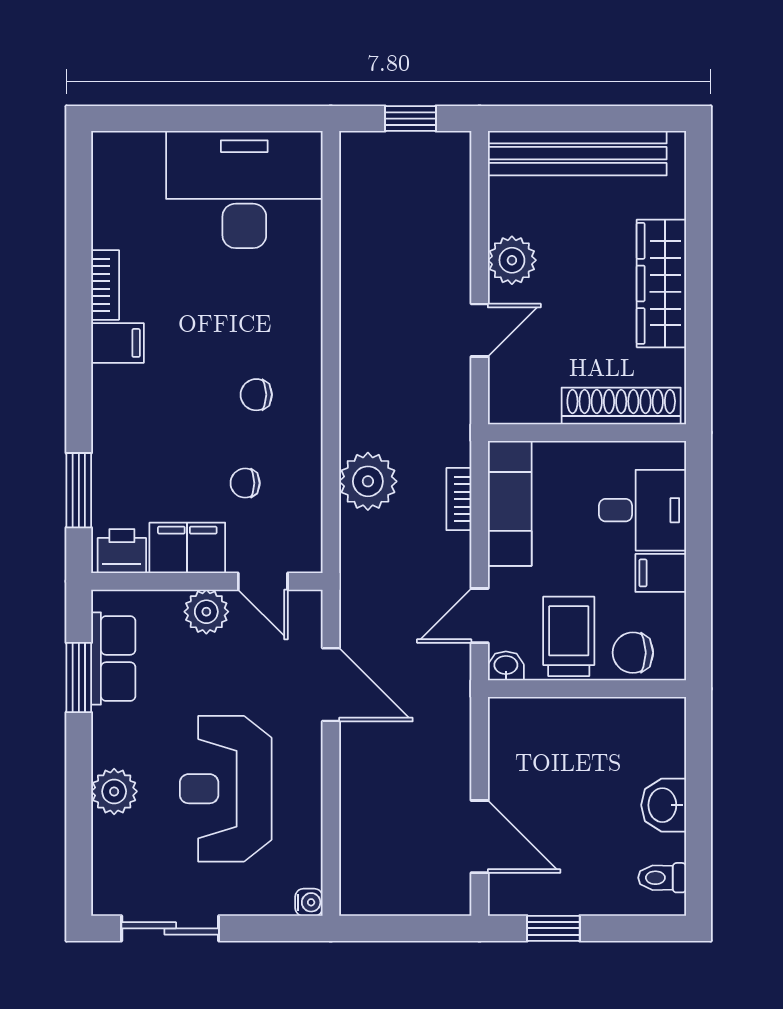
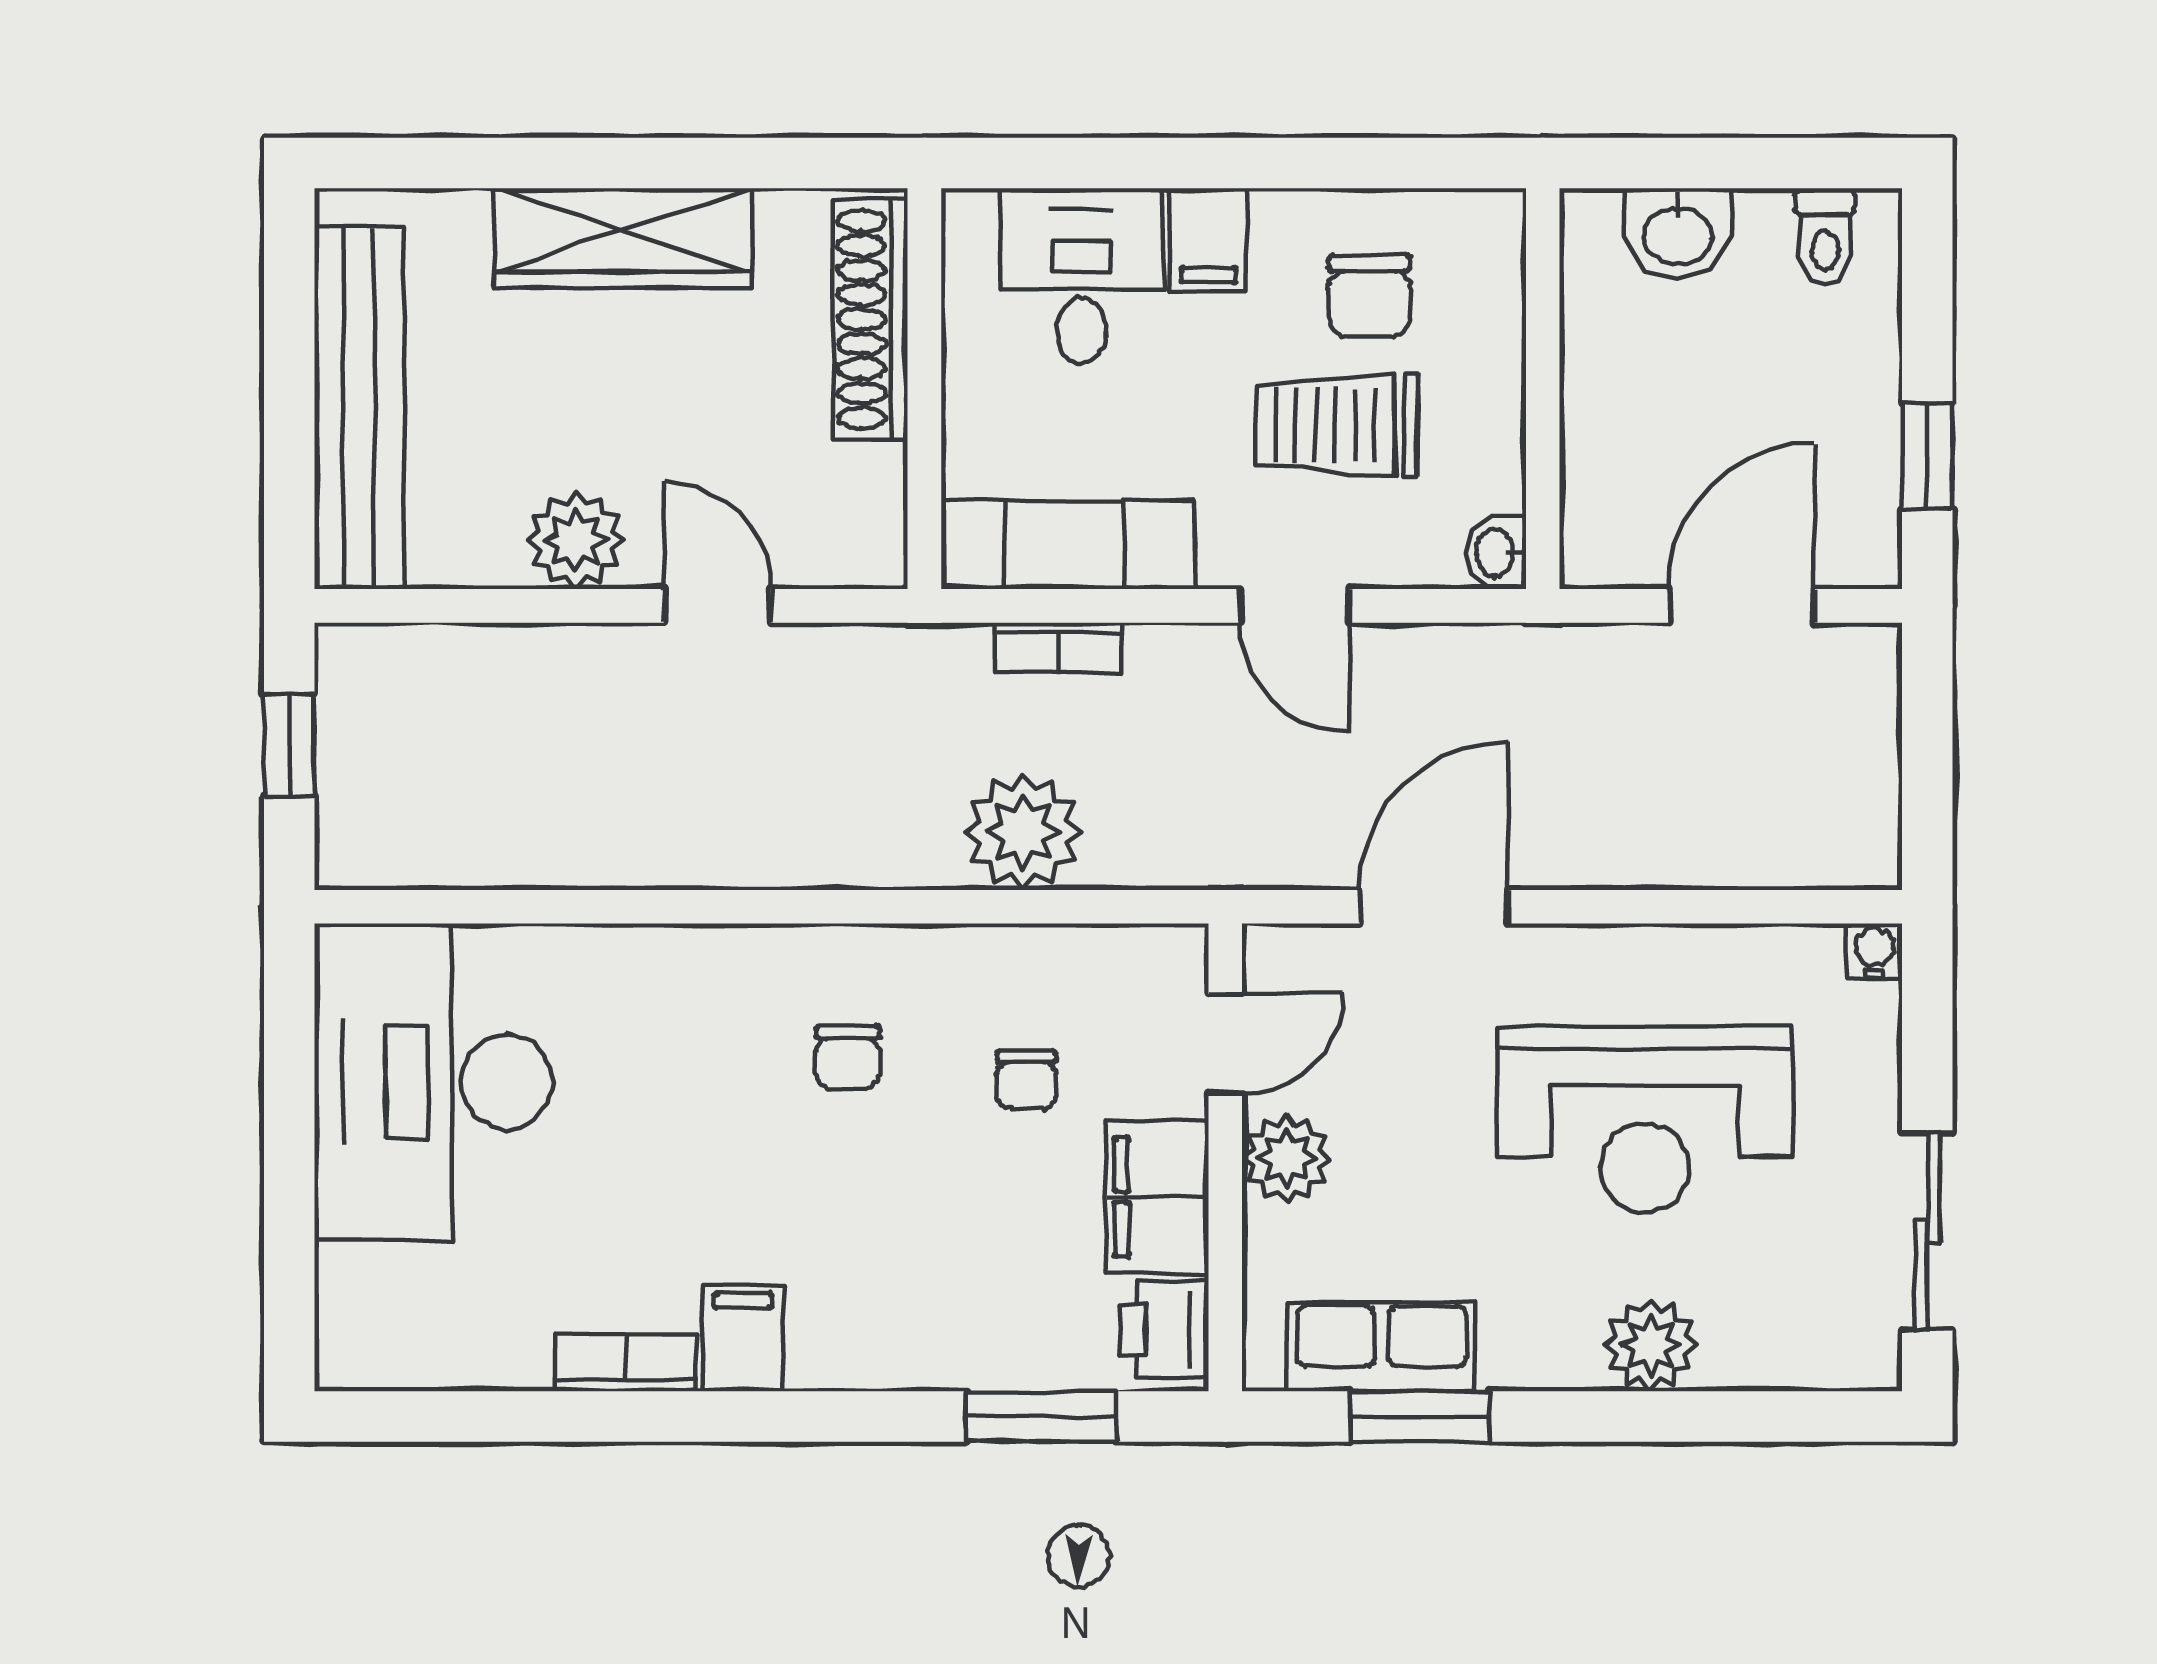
washbasin: (506, 666) -> (1497, 553), moved
wall: (587, 689) -> (1543, 389), moved

